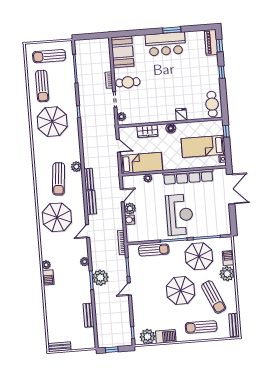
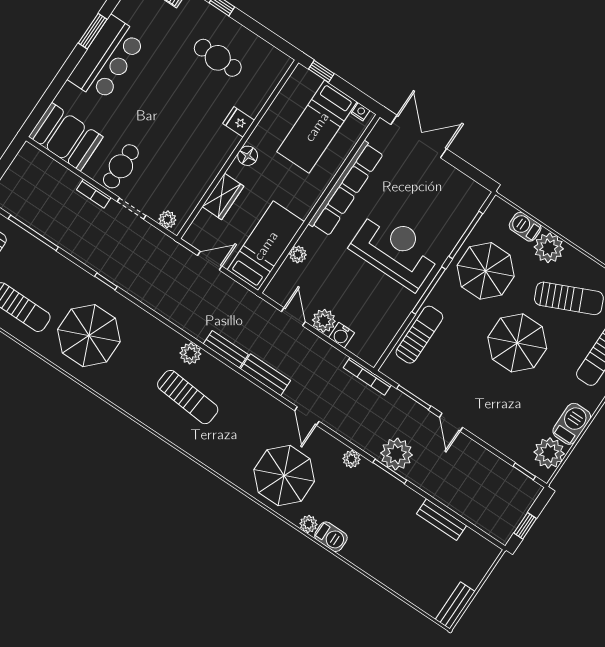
cafe table: (212, 104) -> (218, 58), moved
parasol: (57, 217) -> (284, 476), moved

